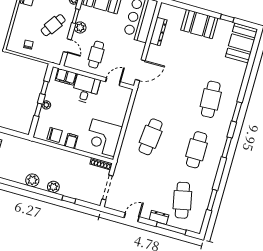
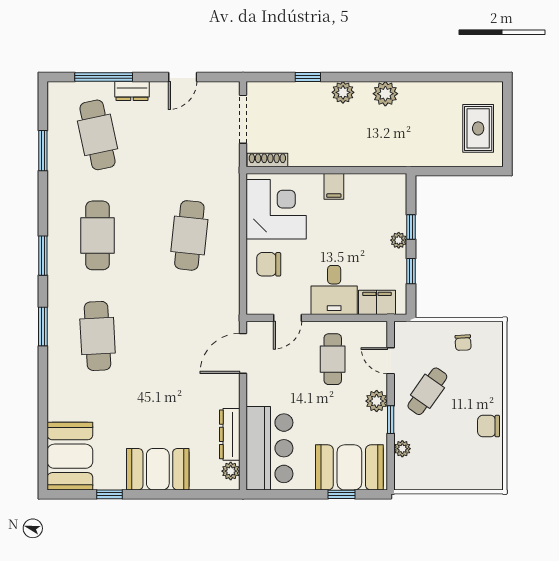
plant: (163, 13) -> (231, 471), added
chair: (55, 135) -> (269, 264), moved

